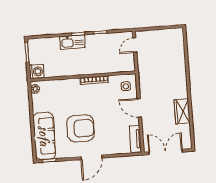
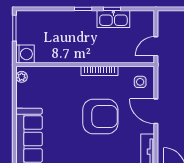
kitchen sink: (72, 42) -> (113, 19), moved
door: (135, 45) -> (156, 46), moved
armchair: (81, 128) -> (100, 117), moved

